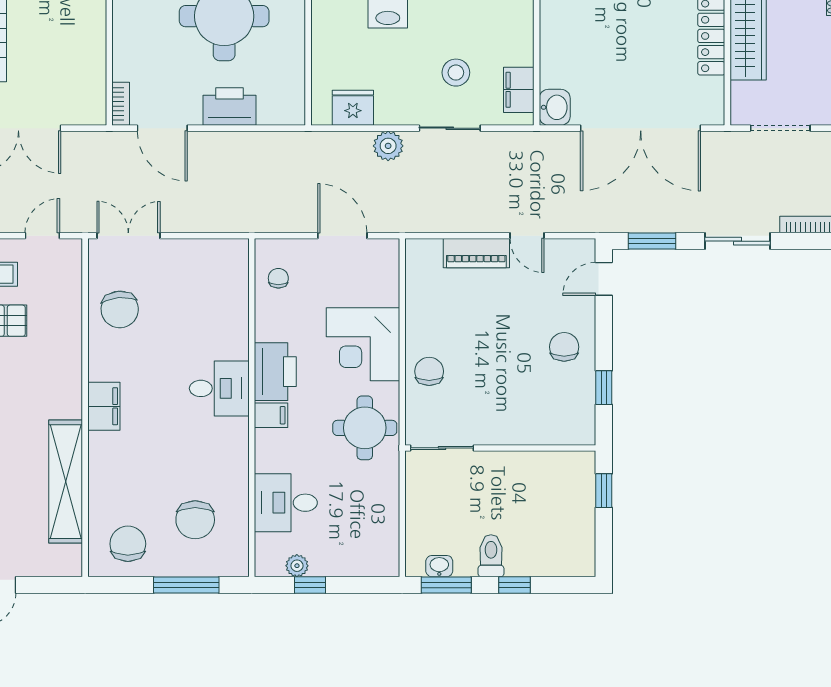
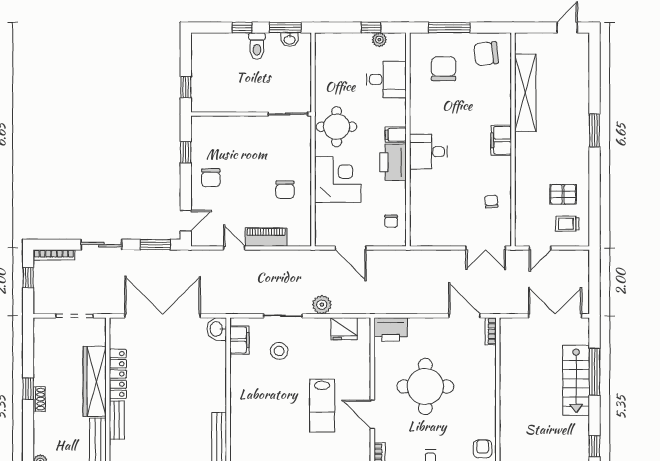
printer: (230, 107) -> (391, 329), moved
chair: (120, 309) -> (491, 201), width x0.54, depth x0.54
chair: (429, 371) -> (285, 190), moved
chair: (128, 544) -> (486, 54), turned 84

